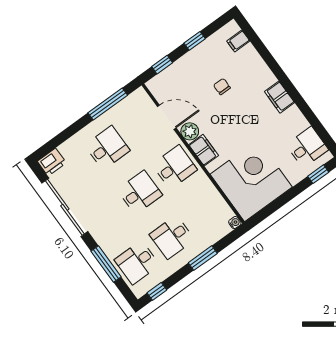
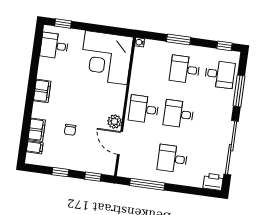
filing cabinet: (204, 150) -> (37, 130), moved, turned 180
desk: (172, 237) -> (185, 69), turned 180

